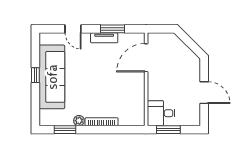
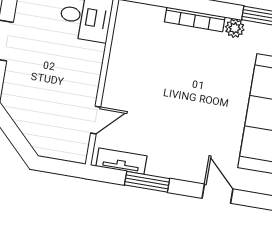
tv unit: (104, 38) -> (121, 161), moved
door: (146, 58) -> (96, 120), width x0.53

